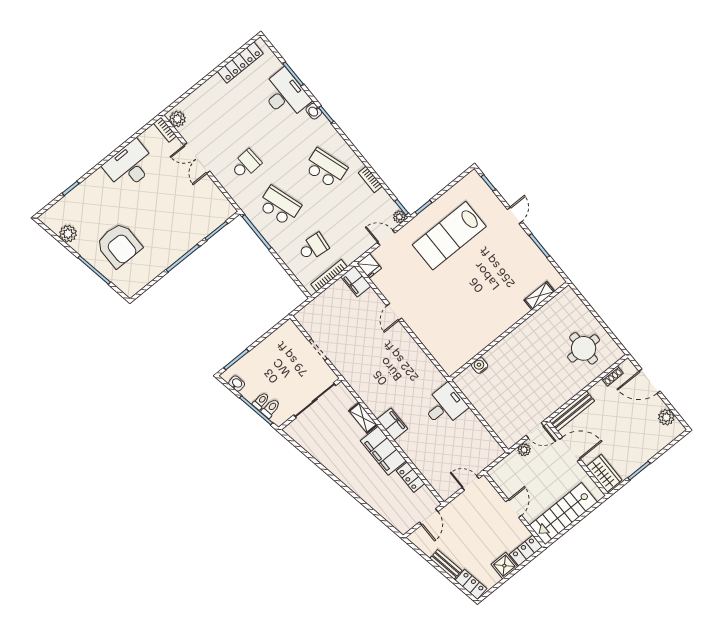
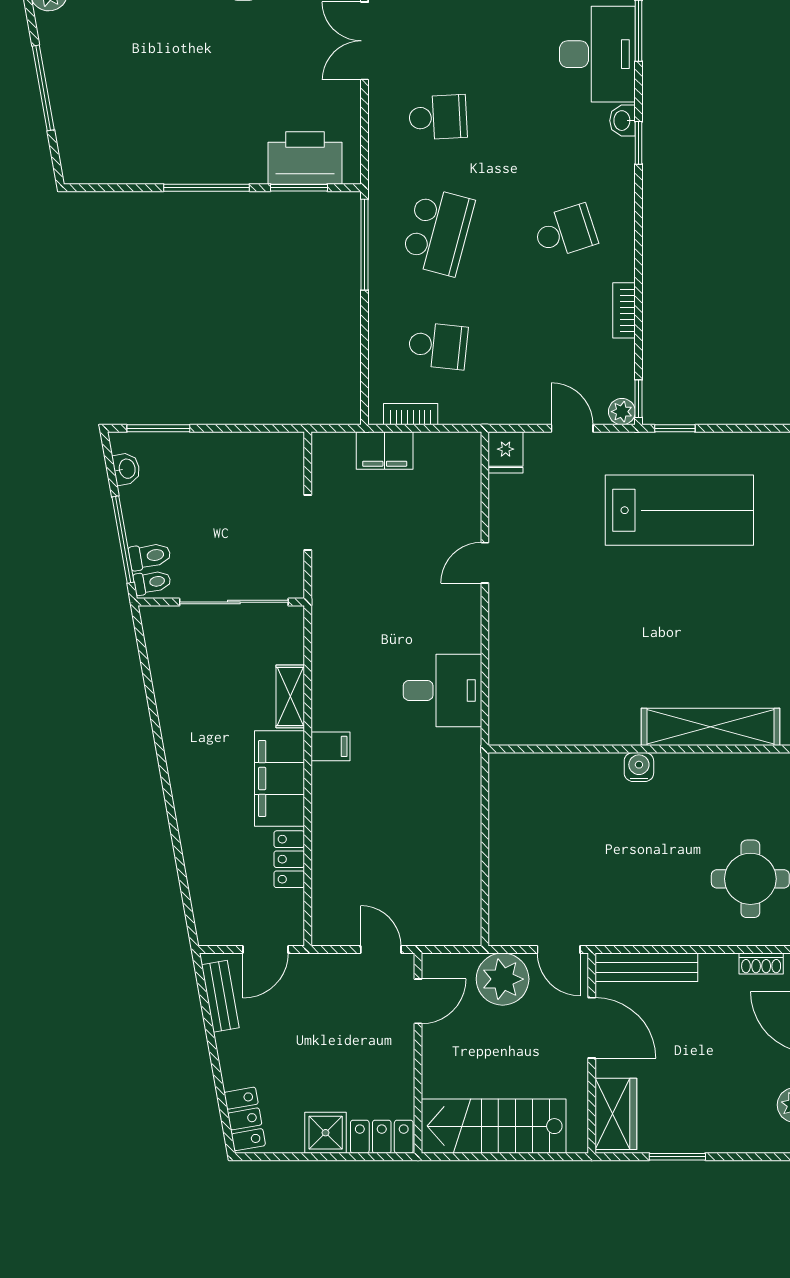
school desk: (326, 168) -> (565, 231), width x0.54
school desk: (280, 206) -> (438, 231), turned 33
printer: (210, 218) -> (305, 158), added
lab bench: (449, 236) -> (679, 510), turned 180
armchair: (119, 245) -> (118, 80), removed
bookcase: (329, 276) -> (411, 414), width x0.64
filing cabinet: (356, 281) -> (385, 451), moved, turned -90
shelving: (539, 296) -> (711, 727), width x2.20, depth x1.33
water cooler: (480, 366) -> (639, 767), moved
toilet: (261, 401) -> (152, 582), moved
desk: (445, 406) -> (442, 690), moved
filing cabinet: (392, 424) -> (331, 746), width x0.50
plant: (524, 450) -> (503, 979), width x1.87, depth x1.87
door: (514, 509) -> (418, 1001), moved
bench: (446, 564) -> (220, 996), moved

